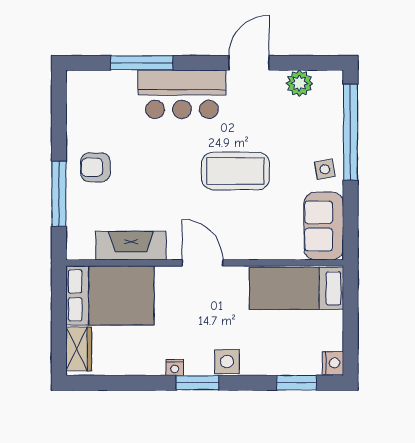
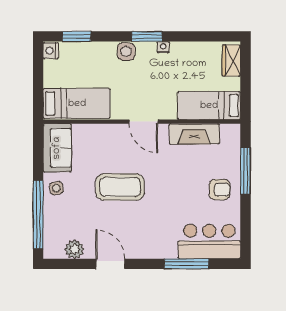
door: (249, 63) -> (110, 264), swing flipped
bar counter: (182, 94) -> (209, 242), moved
bed: (110, 295) -> (209, 106), width x0.67

